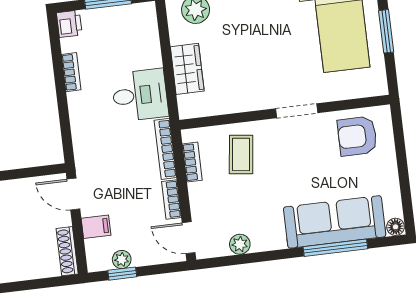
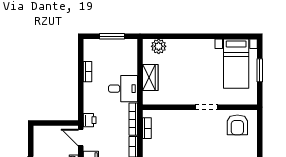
printer: (69, 24) -> (90, 120), moved
armchair: (357, 136) -> (237, 125), turned -90
coffee table: (241, 154) -> (174, 127), removed

